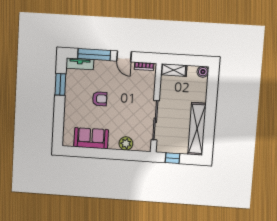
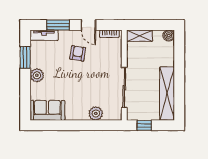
window: (94, 55) -> (58, 25), width x0.69
armchair: (100, 99) -> (78, 53), moved, turned -81
plant: (71, 103) -> (37, 75), added
sofa: (91, 138) -> (47, 110), moved

